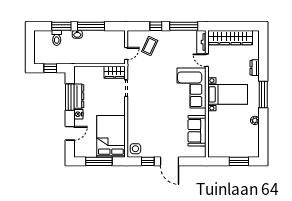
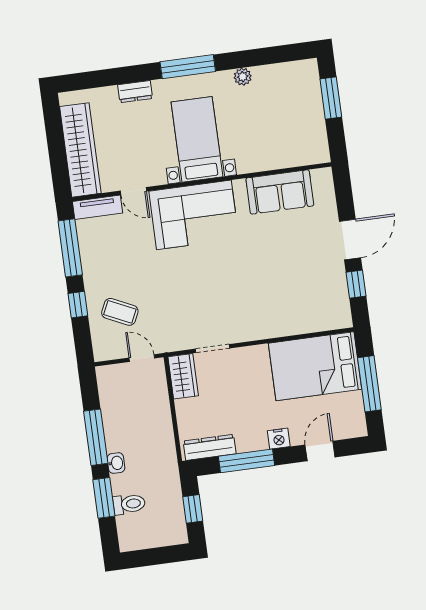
door: (207, 60) -> (133, 191), hinge flipped
dresser: (79, 96) -> (210, 447), moved
door: (70, 133) -> (320, 451), hinge flipped
side table: (135, 149) -> (333, 313), removed

